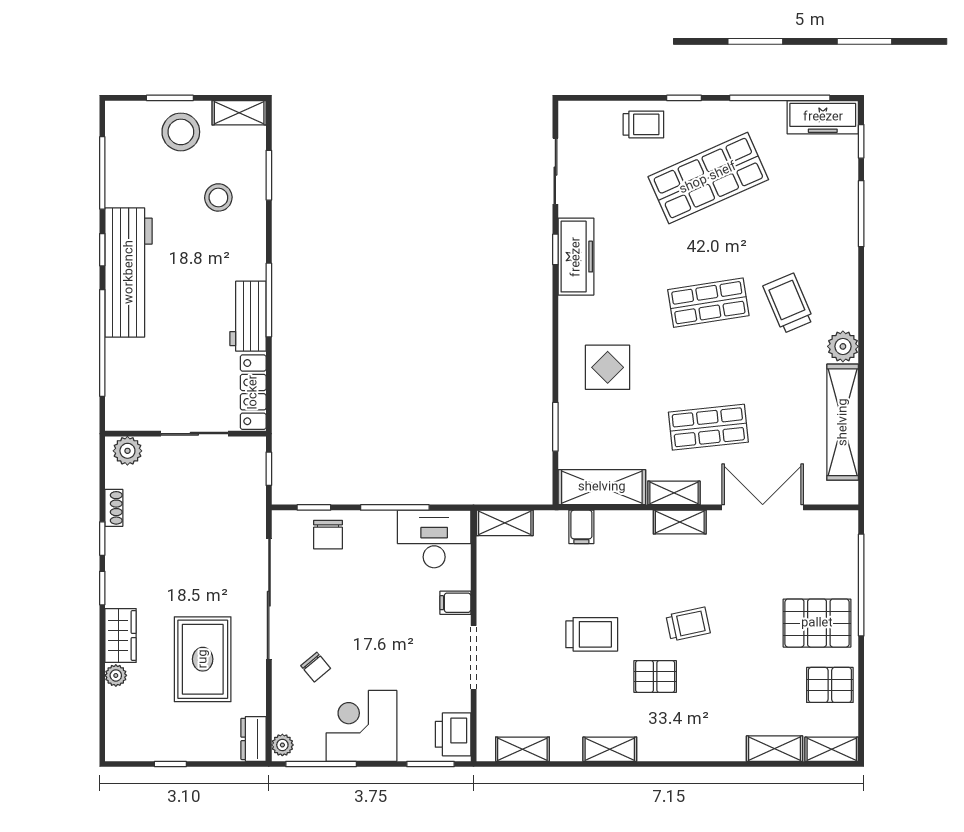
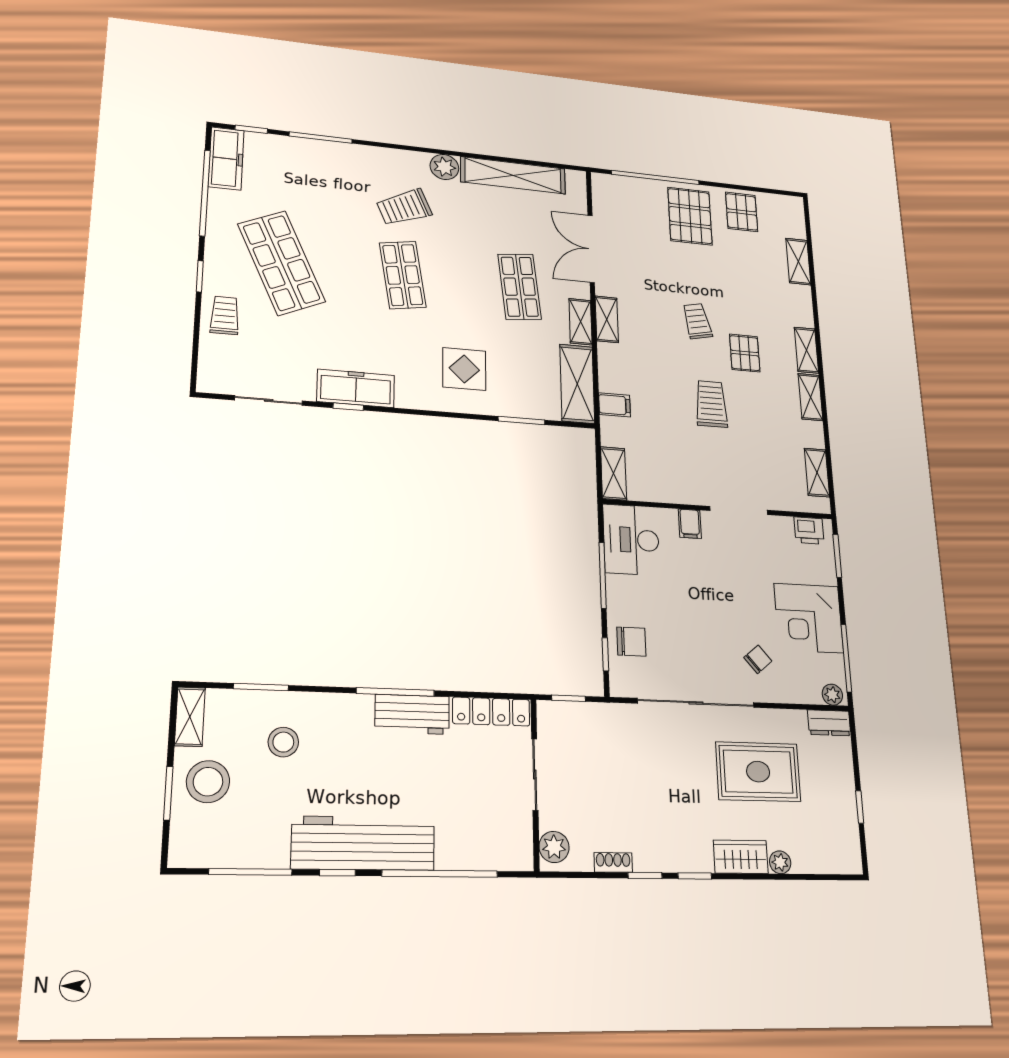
printer: (453, 734) -> (809, 531), width x0.73, depth x0.81
shelving: (832, 749) -> (806, 350), moved

